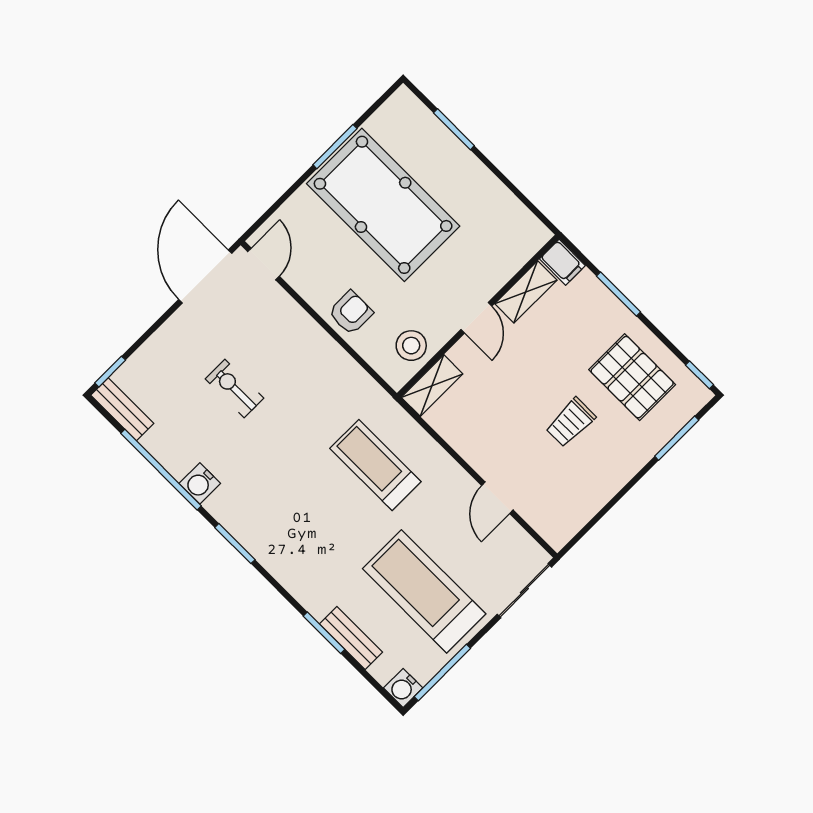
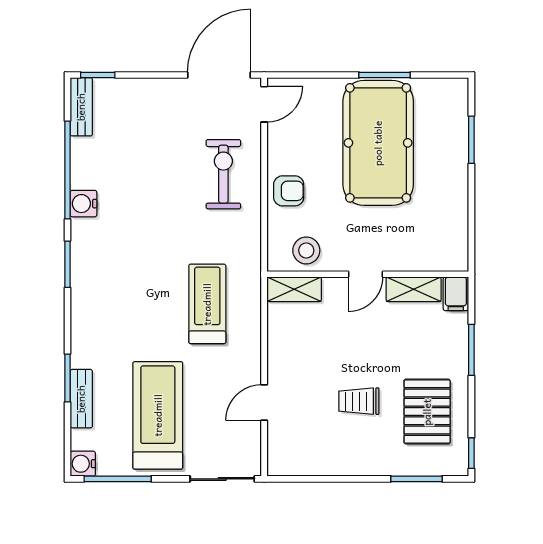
exercise bike: (234, 388) -> (223, 174), moved, width x1.38, depth x1.39

